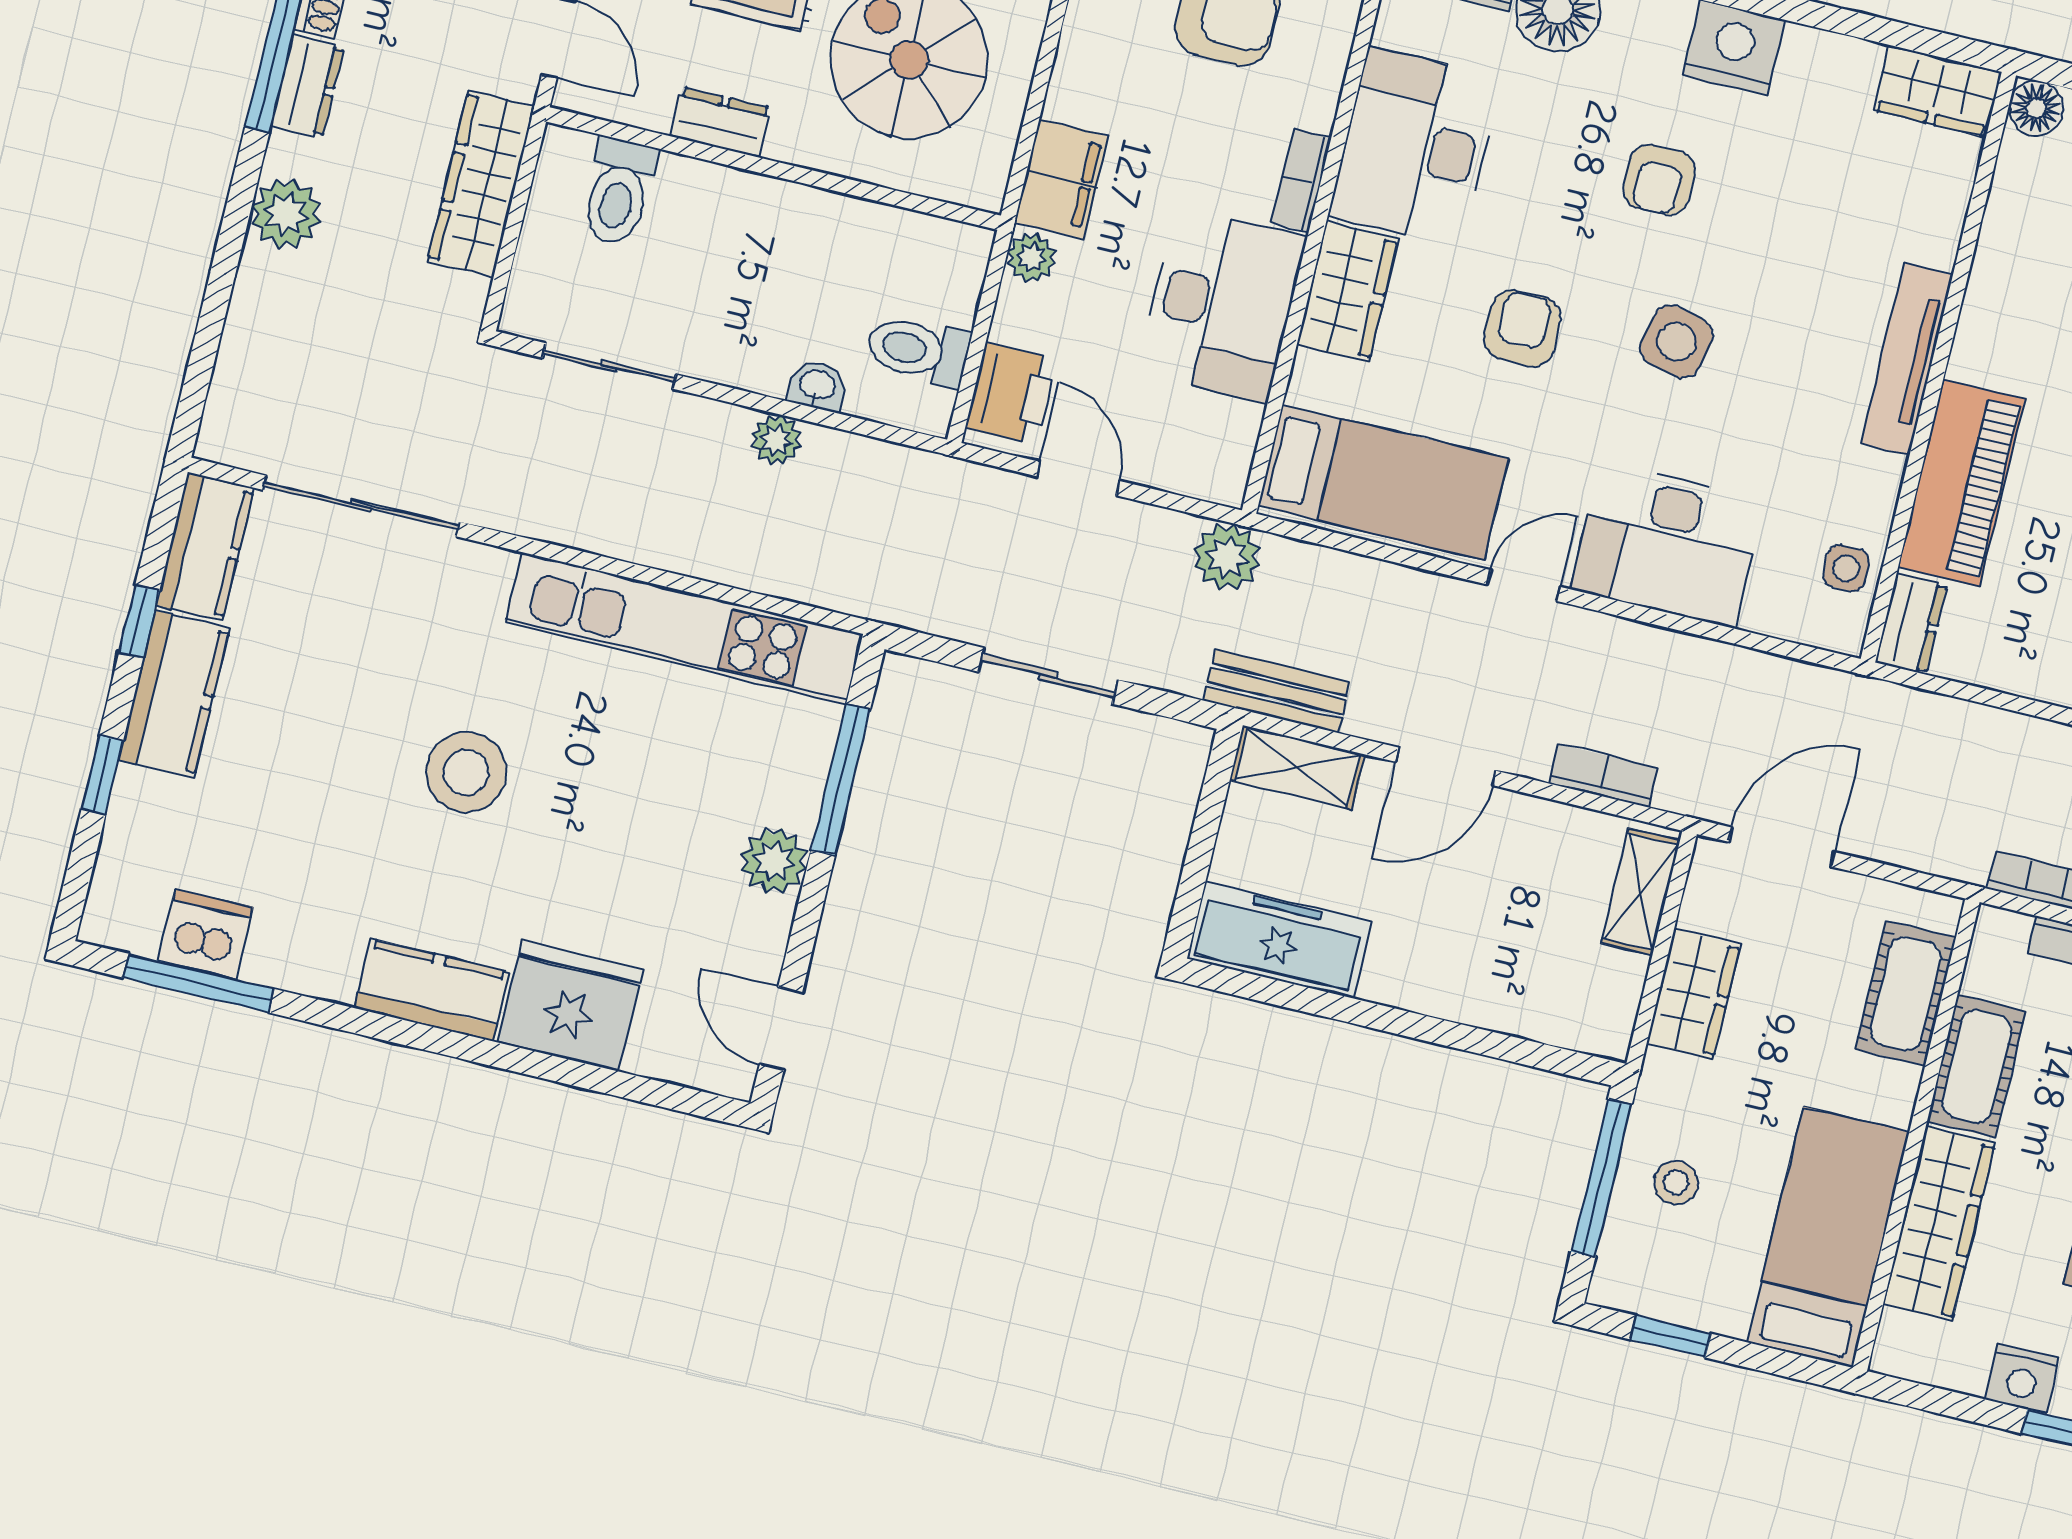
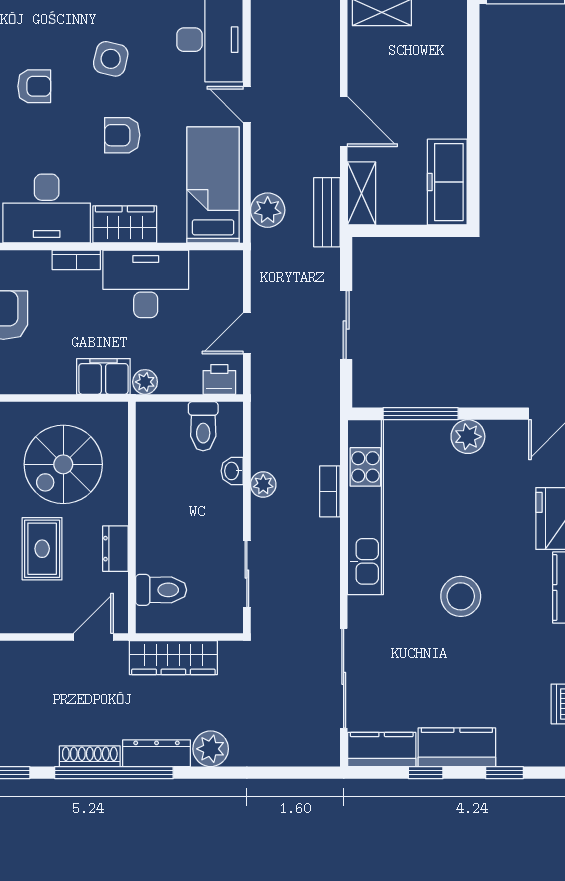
dresser: (308, 86) -> (157, 753), width x1.44
printer: (1011, 394) -> (219, 379), width x0.73, depth x0.81
plant: (1227, 557) -> (268, 210), moved
bookcase: (1604, 776) -> (330, 491), moved

